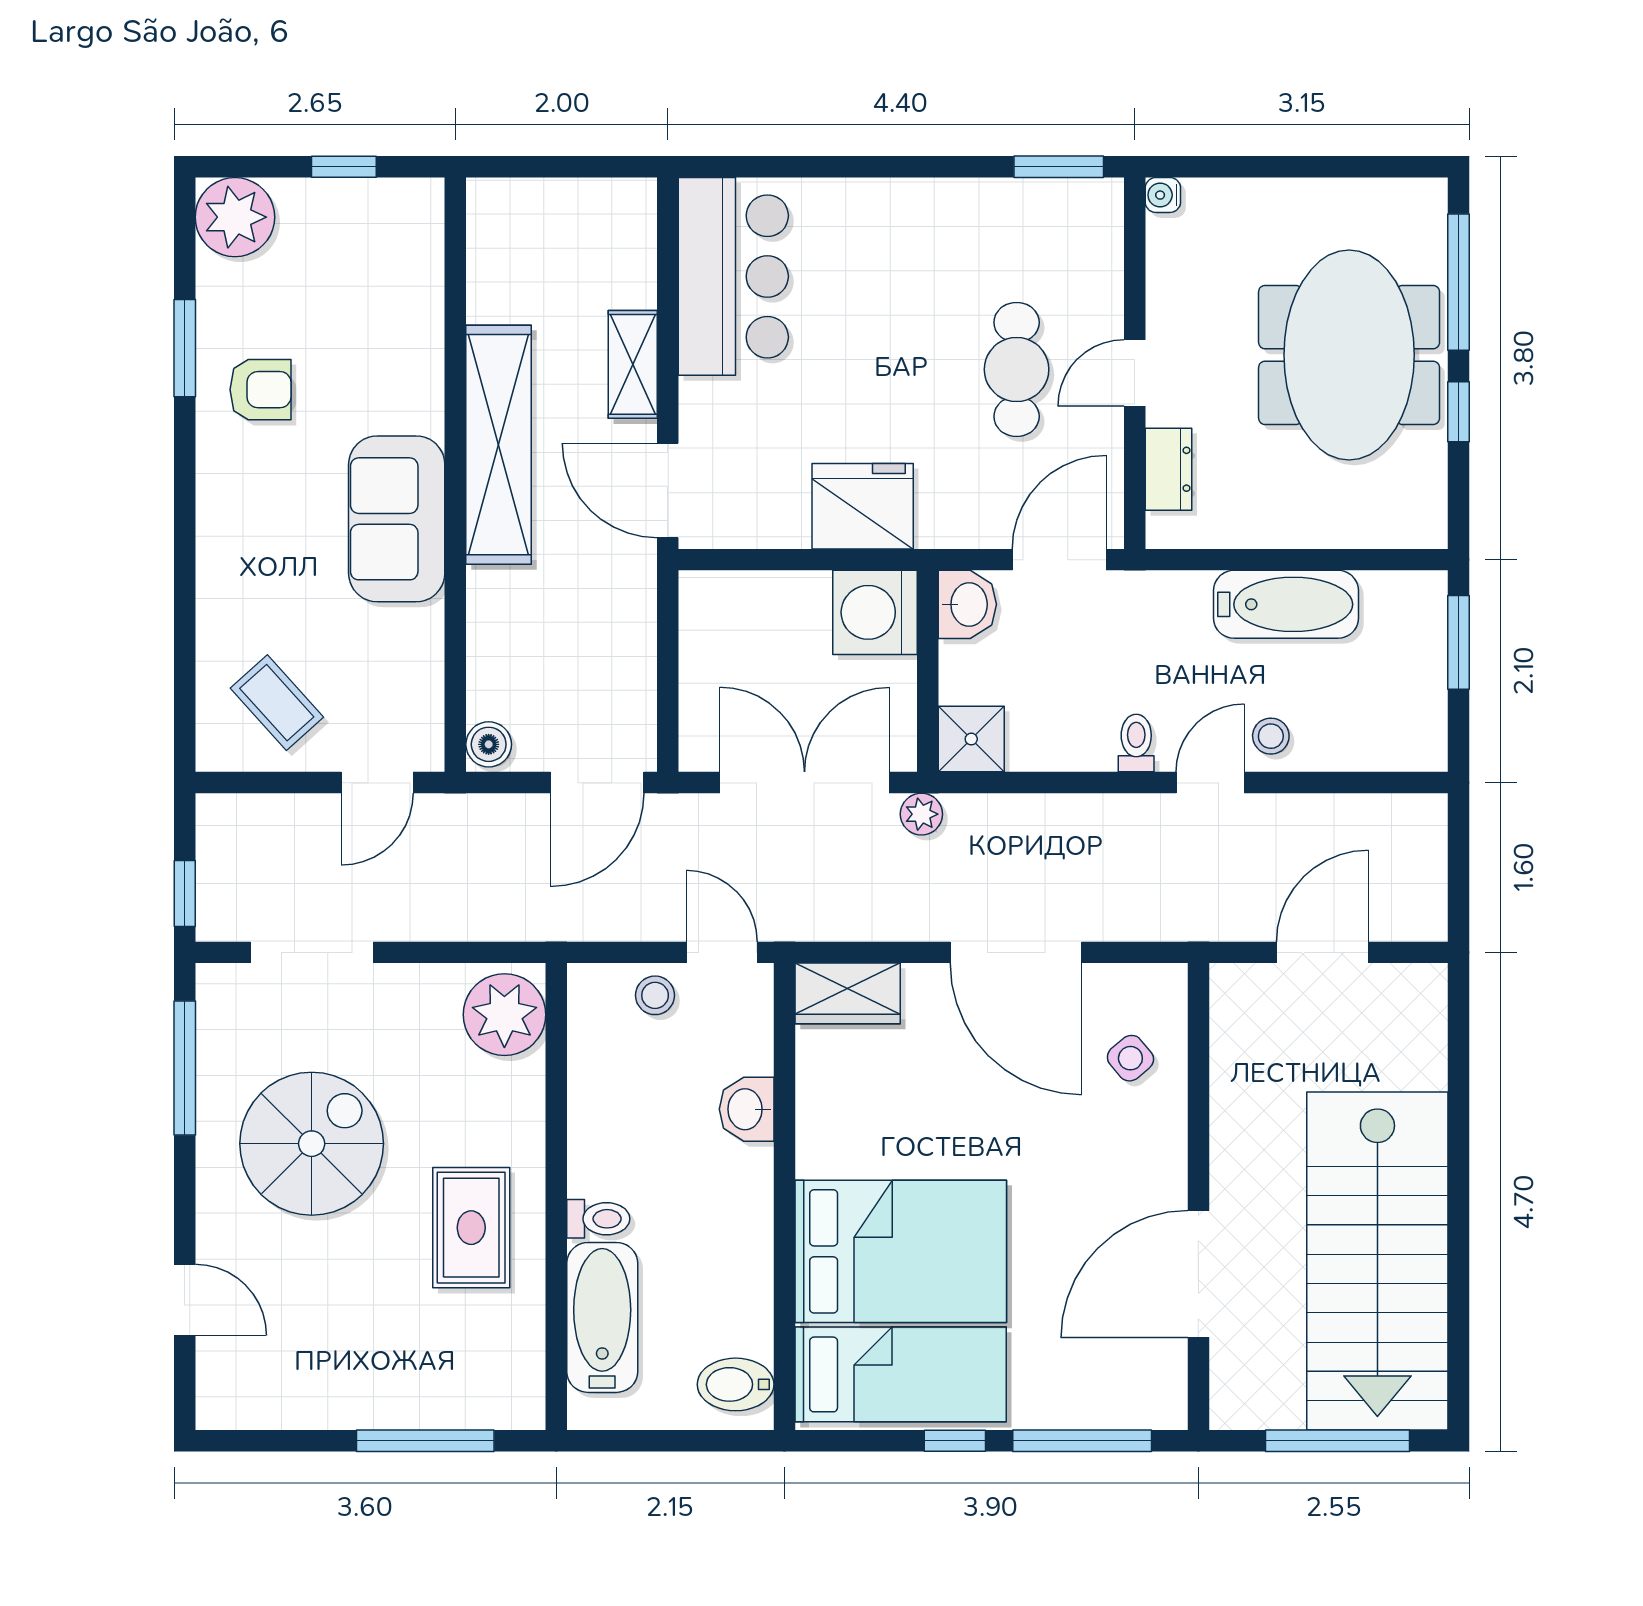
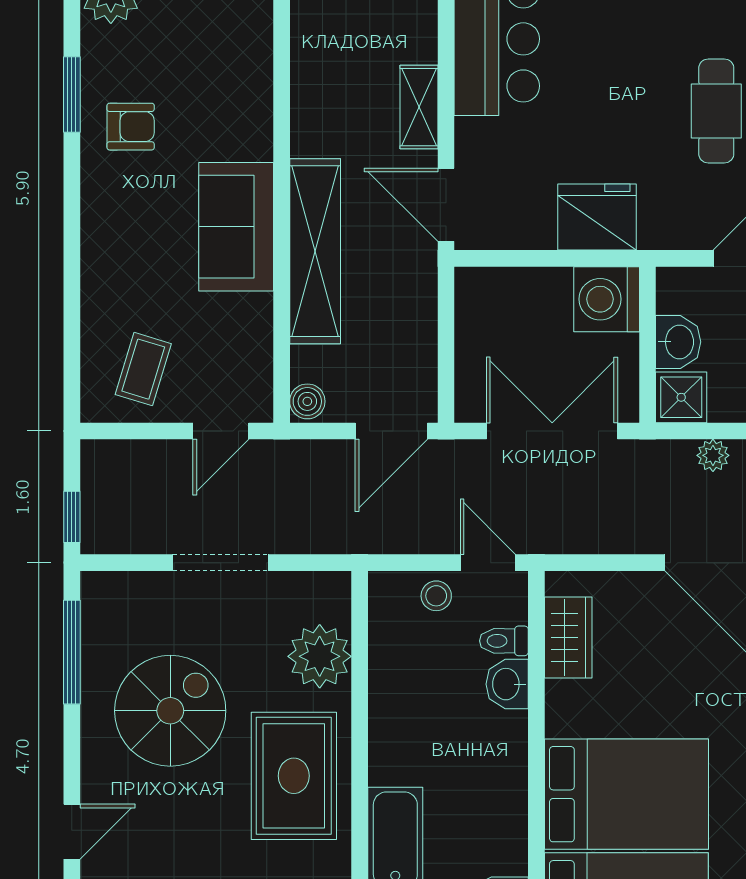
shelving: (499, 445) -> (315, 251), moved
washbasin: (967, 604) -> (678, 342), moved
coffee table: (277, 703) -> (143, 369), turned 59
plant: (921, 814) -> (713, 455), moved
doorway: (312, 952) -> (220, 563), moved
wardrobe: (848, 993) -> (568, 638), moved, turned -90
plant: (504, 1015) -> (320, 656), moved
toilet: (598, 1219) -> (504, 641), moved, turned 180
rug: (471, 1228) -> (294, 776), width x1.36, depth x1.43
door: (185, 1300) -> (72, 832), hinge flipped

